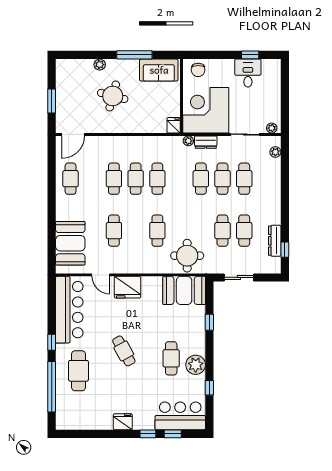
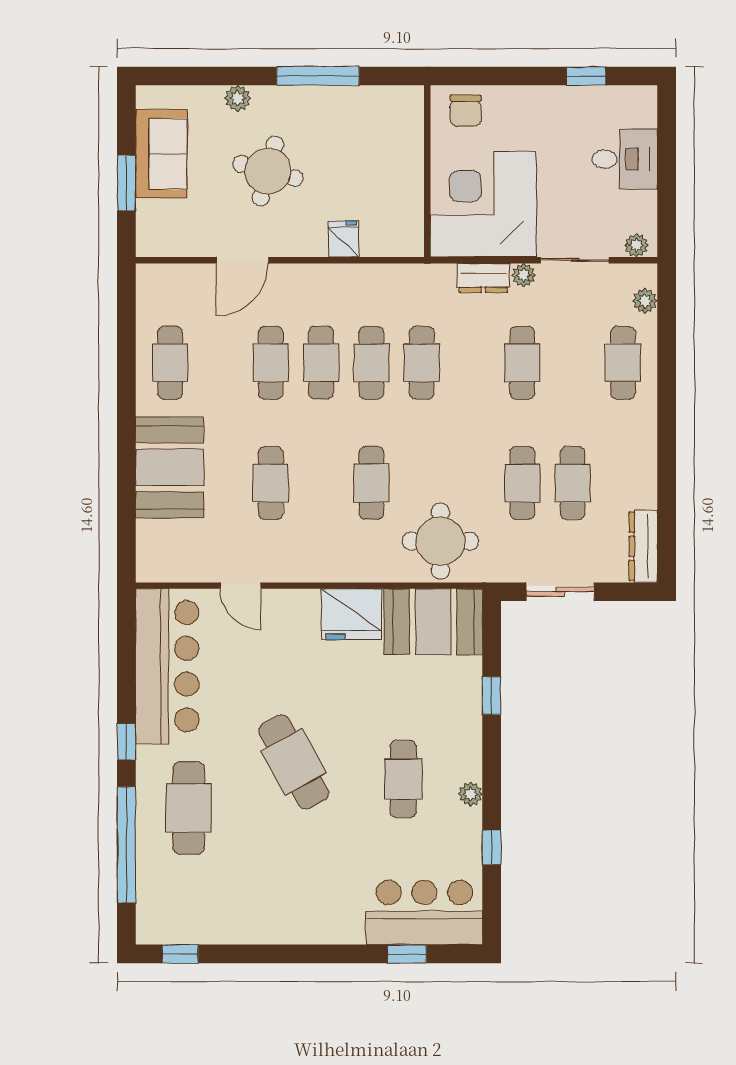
sofa: (159, 70) -> (161, 154), moved, turned -90
desk: (248, 73) -> (625, 159), moved, turned 90
fridge: (174, 125) -> (344, 239), moved
door: (73, 134) -> (242, 260), moved
plant: (188, 141) -> (524, 275), moved
cafe table: (201, 179) -> (422, 363), moved
cafe table: (244, 179) -> (623, 363), moved
dresser: (275, 241) -> (643, 546), moved
booth: (70, 243) -> (170, 467), moved
window: (285, 250) -> (667, 527), removed
fridge: (128, 287) -> (351, 614), moved
cafe table: (124, 351) -> (294, 762), width x1.37, depth x1.35
plant: (196, 365) -> (470, 794), width x0.53, depth x0.53
fridge: (123, 422) -> (291, 926), removed
window: (148, 434) -> (180, 954), moved

